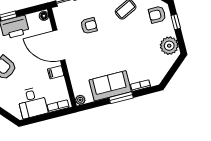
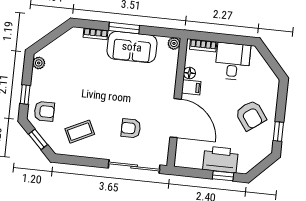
floor lamp: (44, 16) -> (189, 73), moved
plant: (169, 46) -> (39, 63), width x0.53, depth x0.53

